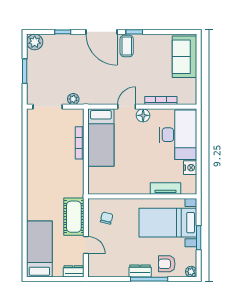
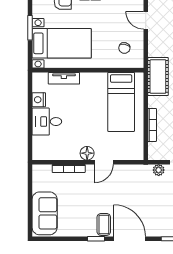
desk: (178, 135) -> (47, 122), width x0.53, depth x0.77
bed: (101, 138) -> (121, 102), moved, turned 180
cot: (74, 217) -> (158, 76), moved

